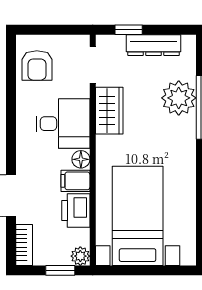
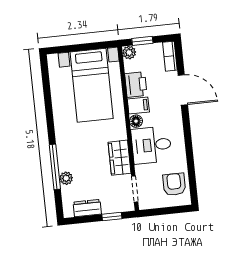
dresser: (154, 45) -> (87, 208), width x0.70
plant: (179, 98) -> (66, 178), width x0.53, depth x0.53

